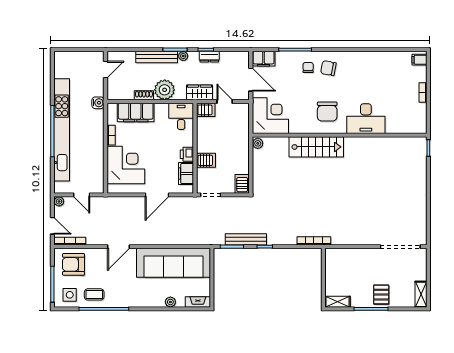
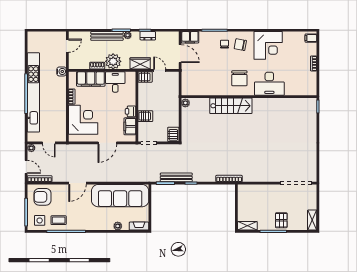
desk: (181, 116) -> (115, 82), moved
corner desk: (270, 116) -> (268, 45), moved, turned 90

